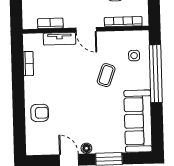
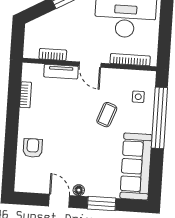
armchair: (40, 113) -> (33, 148), turned -90

